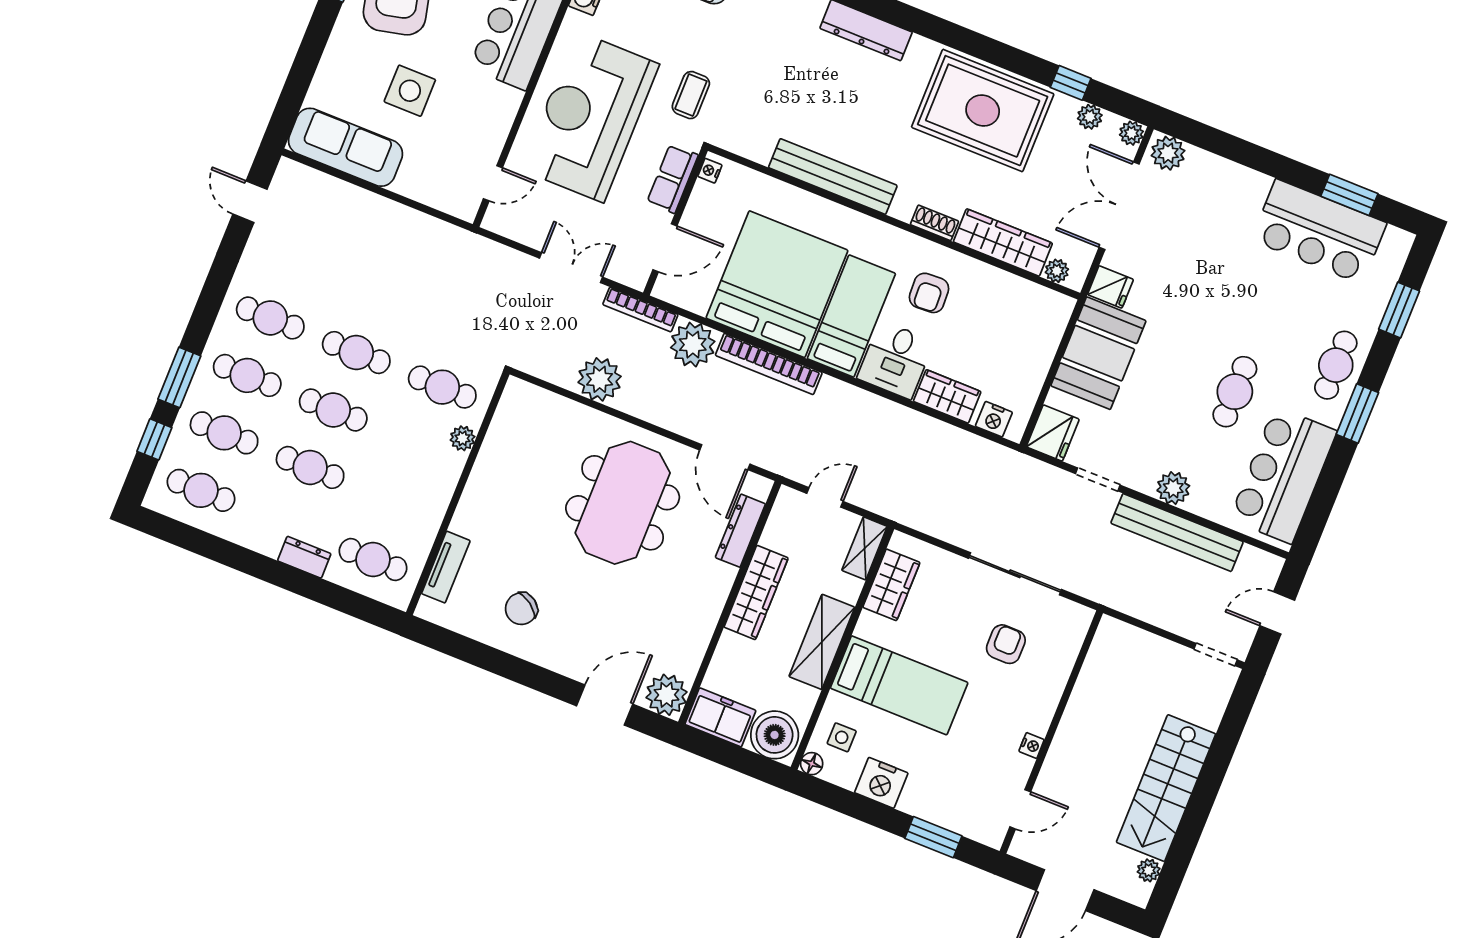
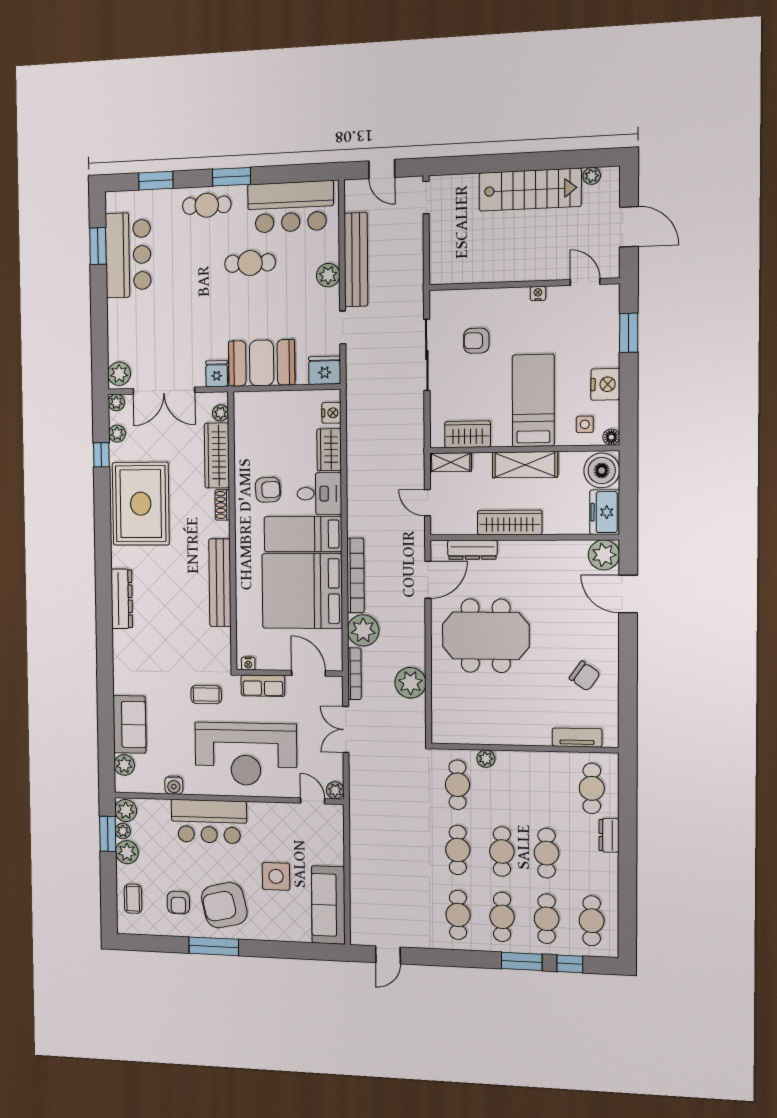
plant: (496, 220) -> (335, 790), added

